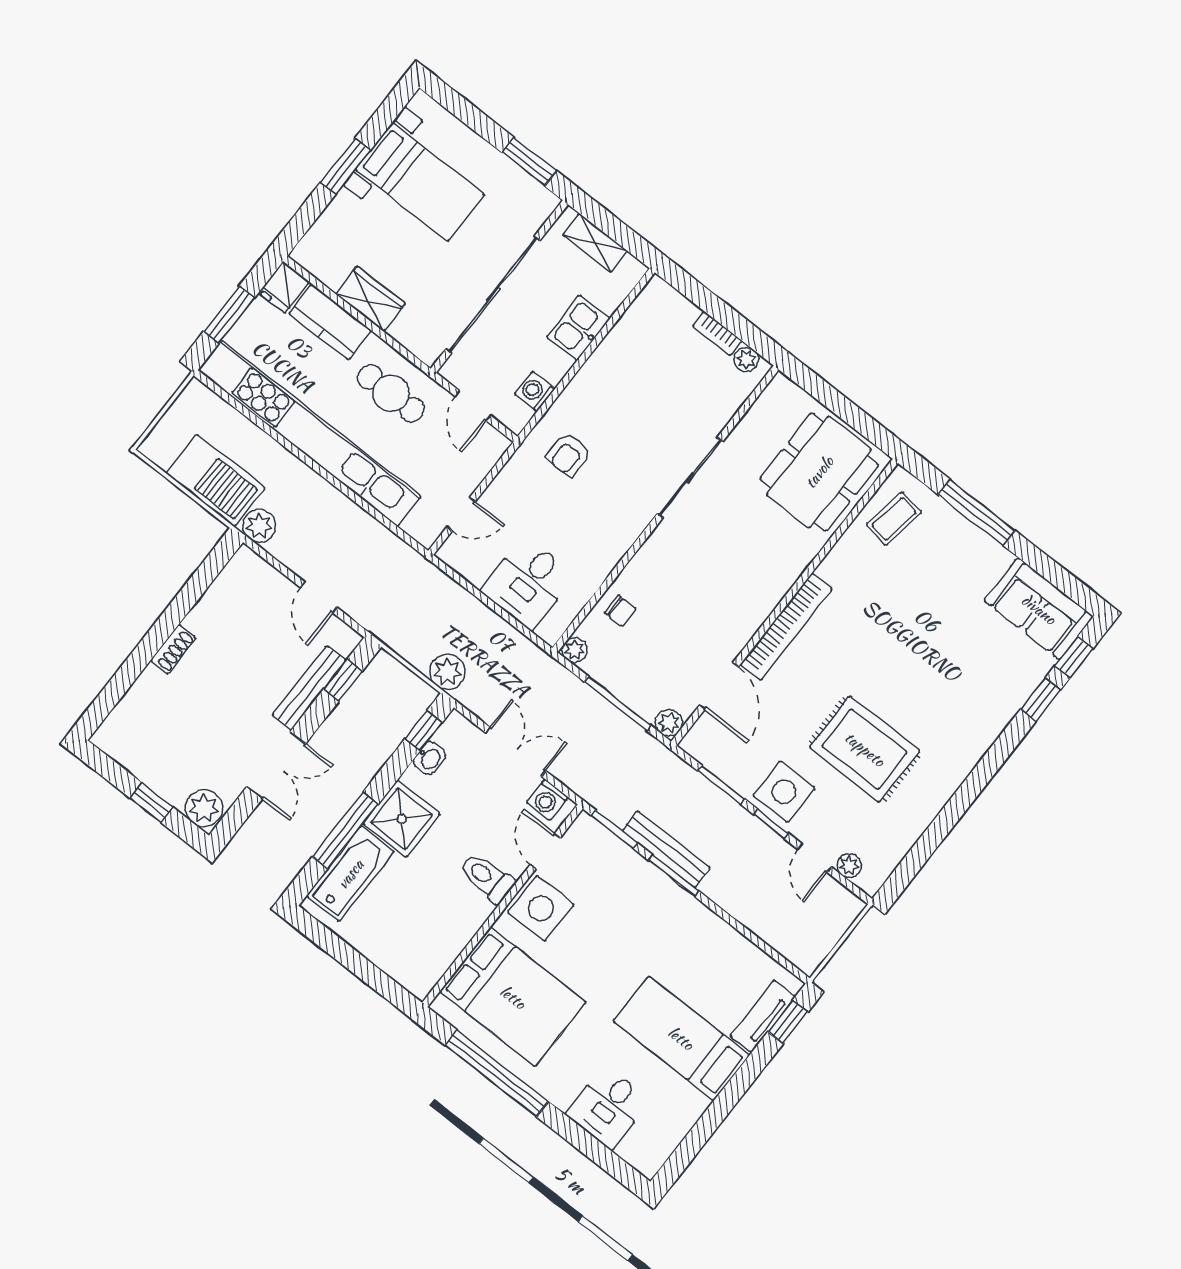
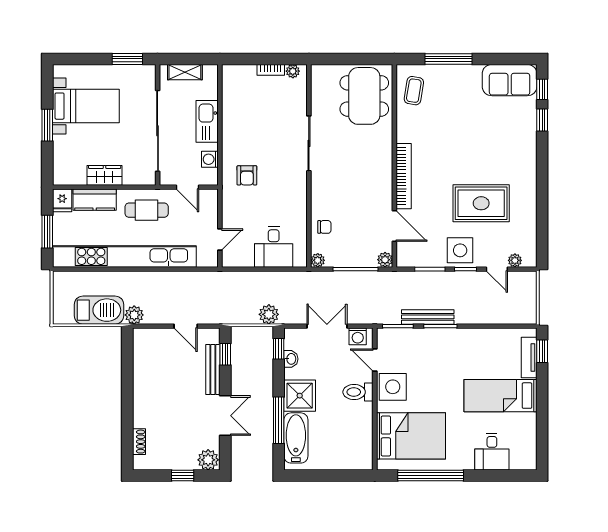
kitchen sink: (578, 328) -> (207, 121), width x1.38
shoe rack: (173, 649) -> (139, 442), moved

